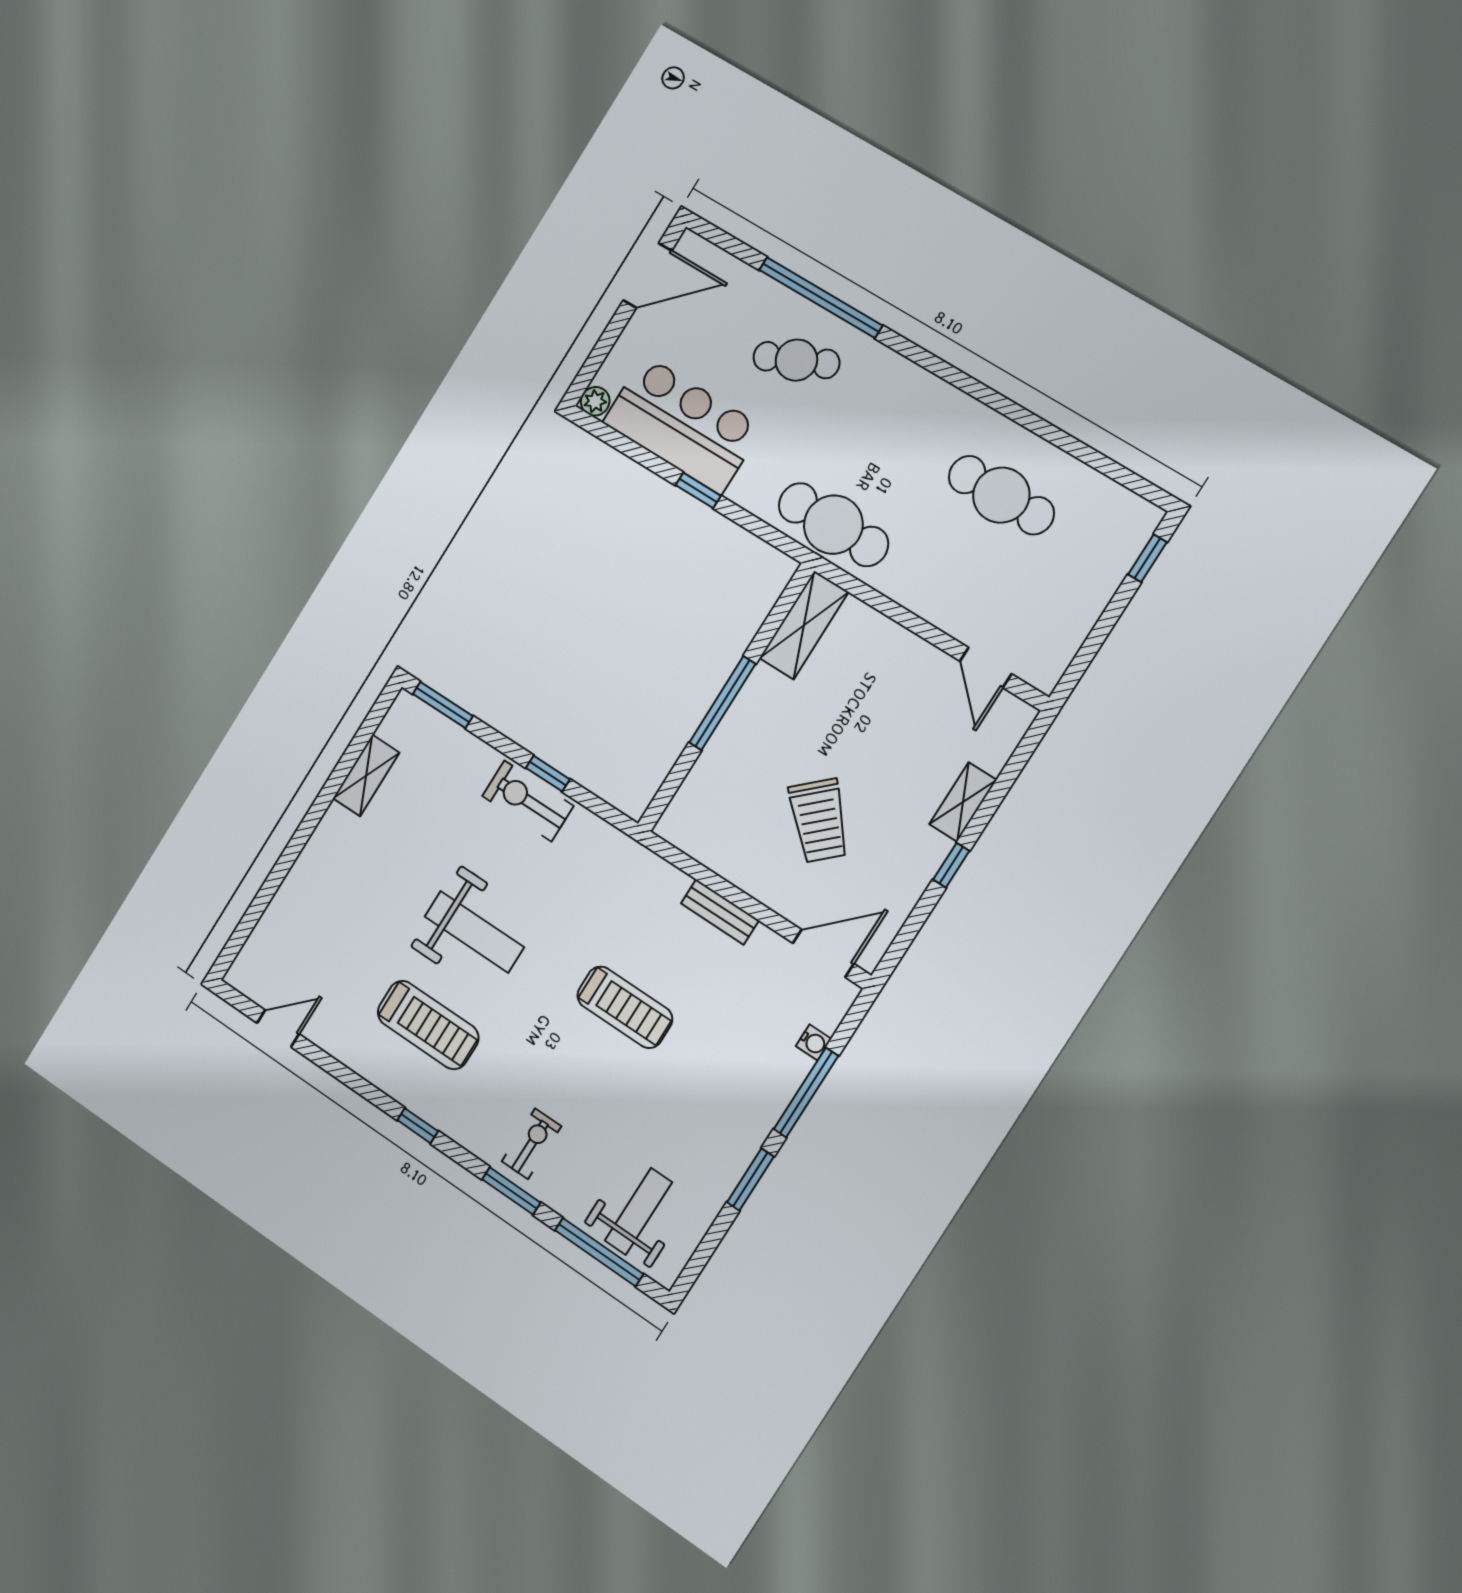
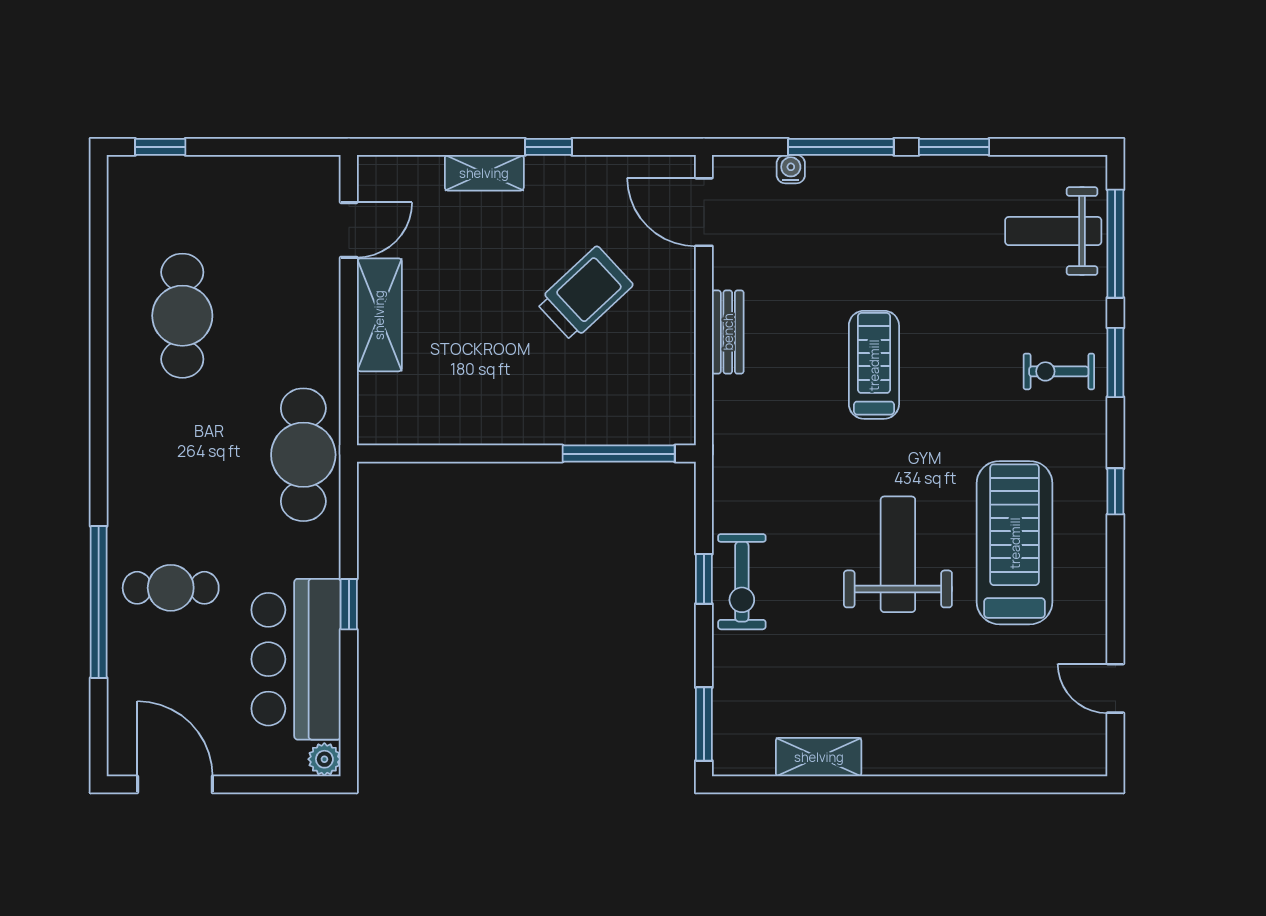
cafe table: (796, 360) -> (171, 588), turned -67
shelving: (804, 625) -> (379, 315), moved, turned 90
window: (722, 703) -> (619, 454), moved
treadmill: (428, 1025) -> (1015, 543), width x1.37, depth x1.38

